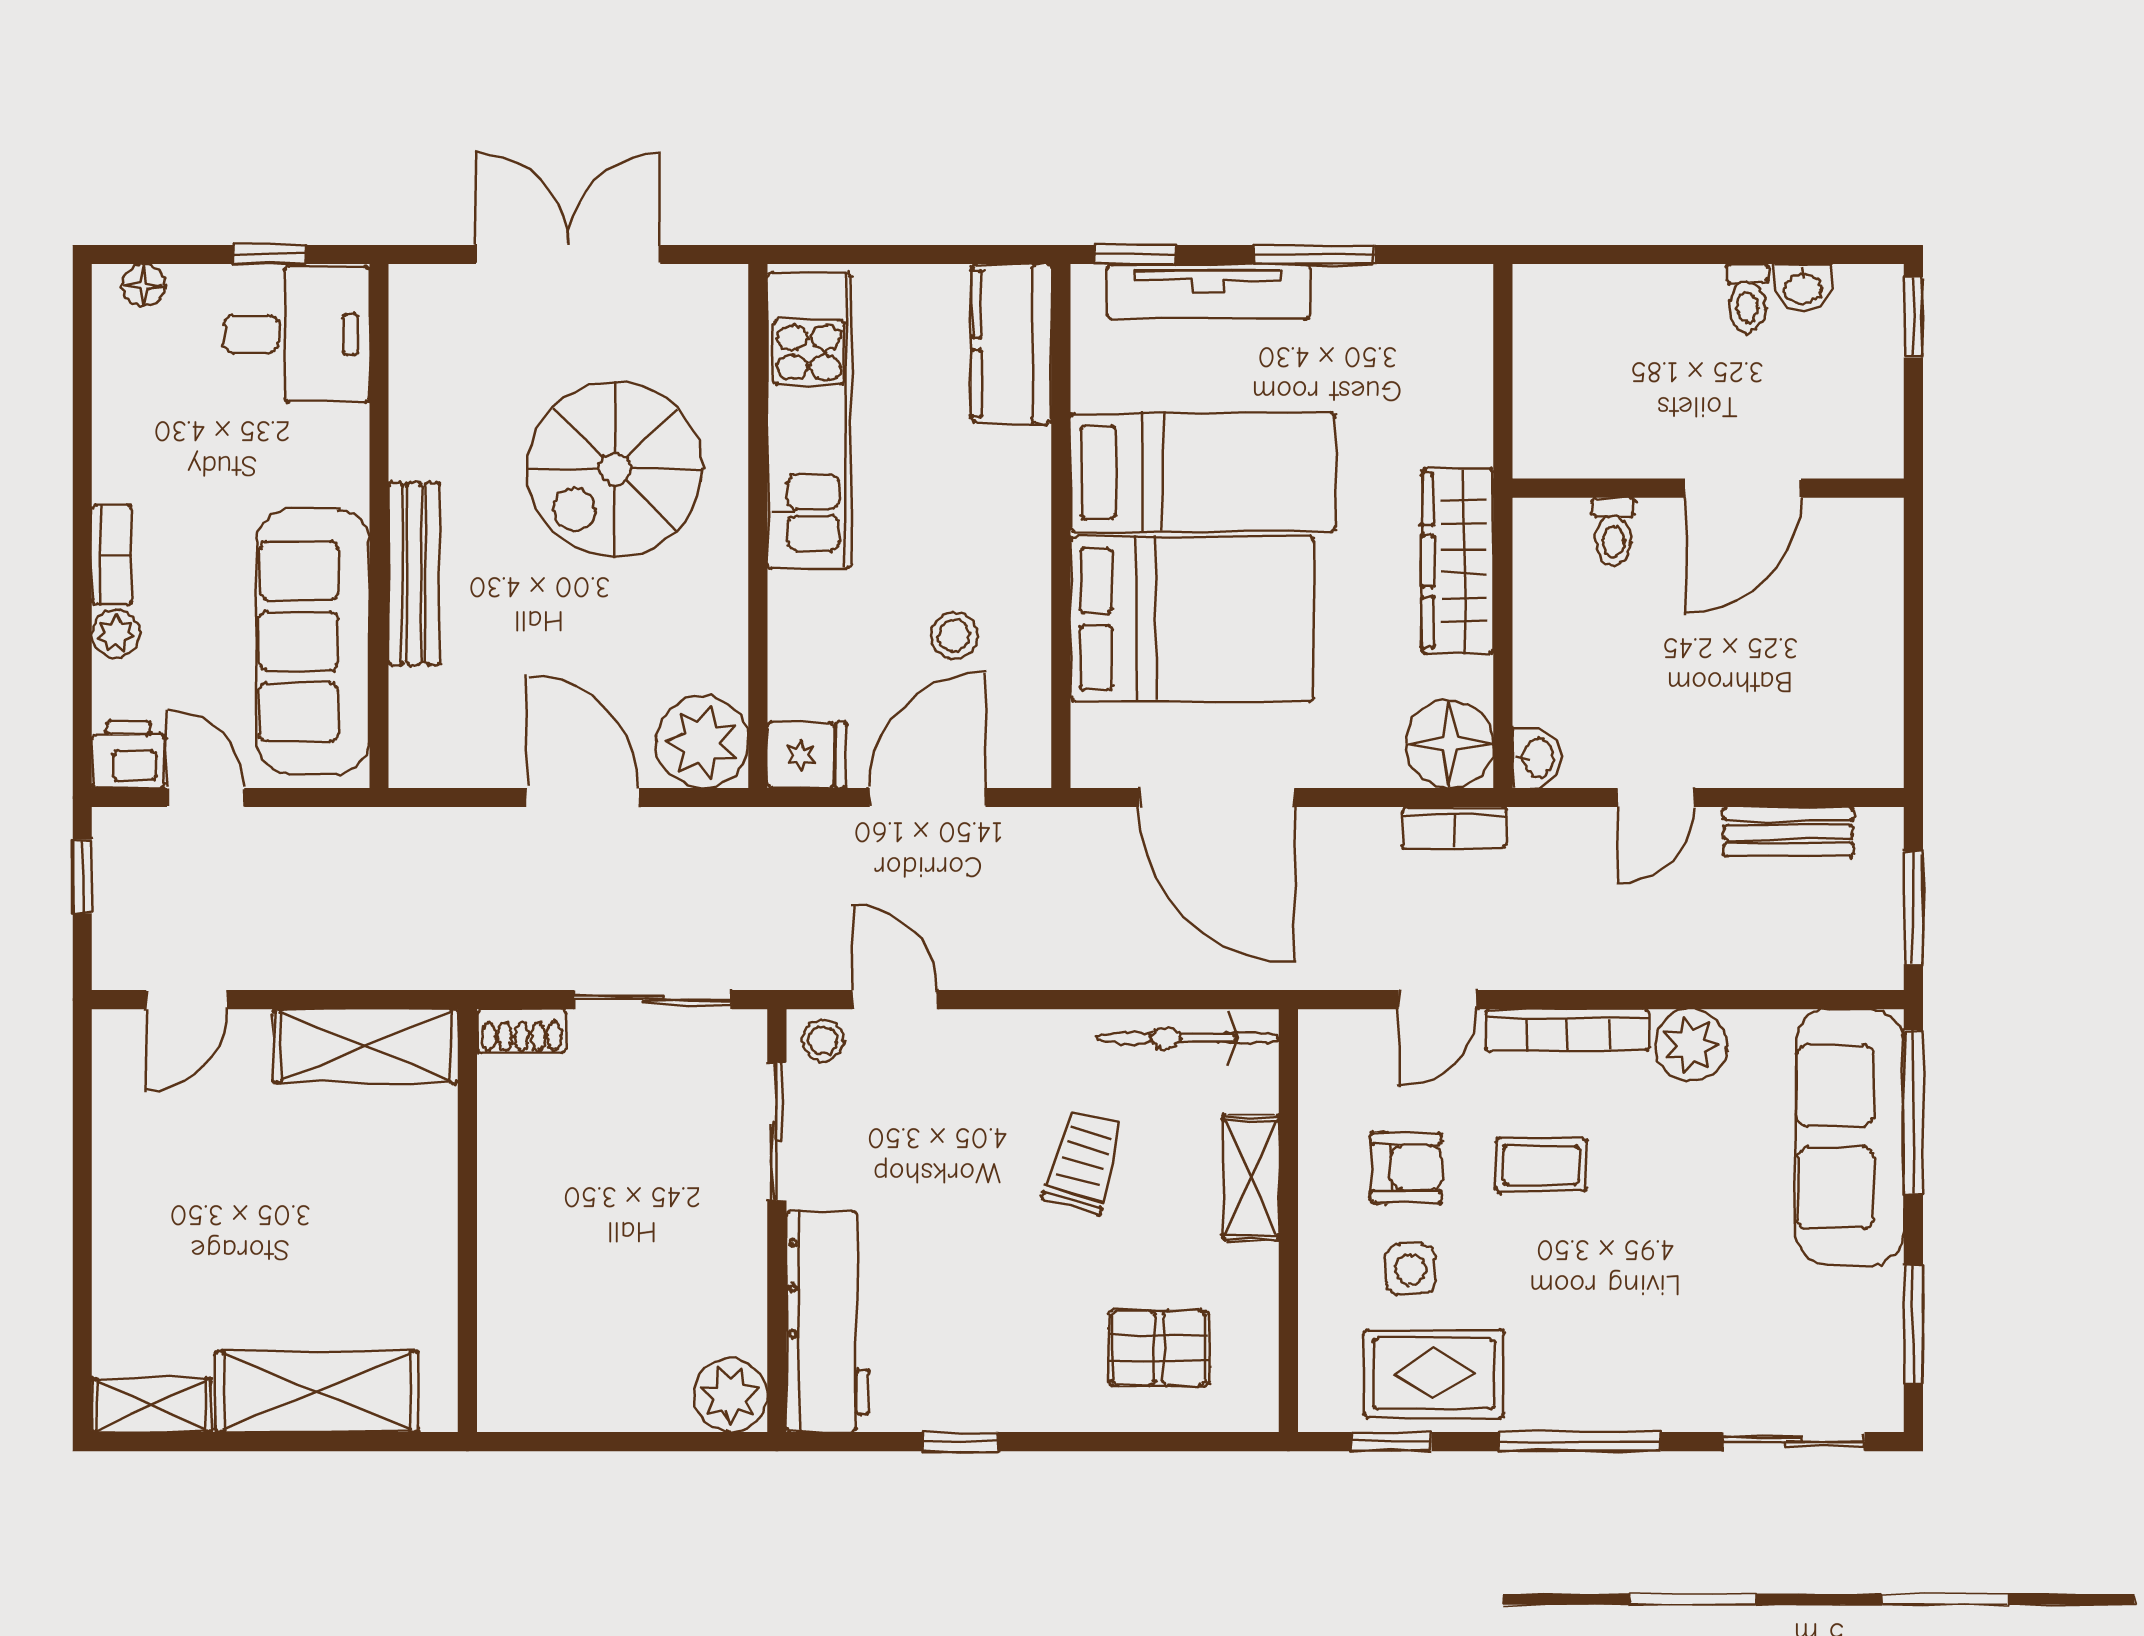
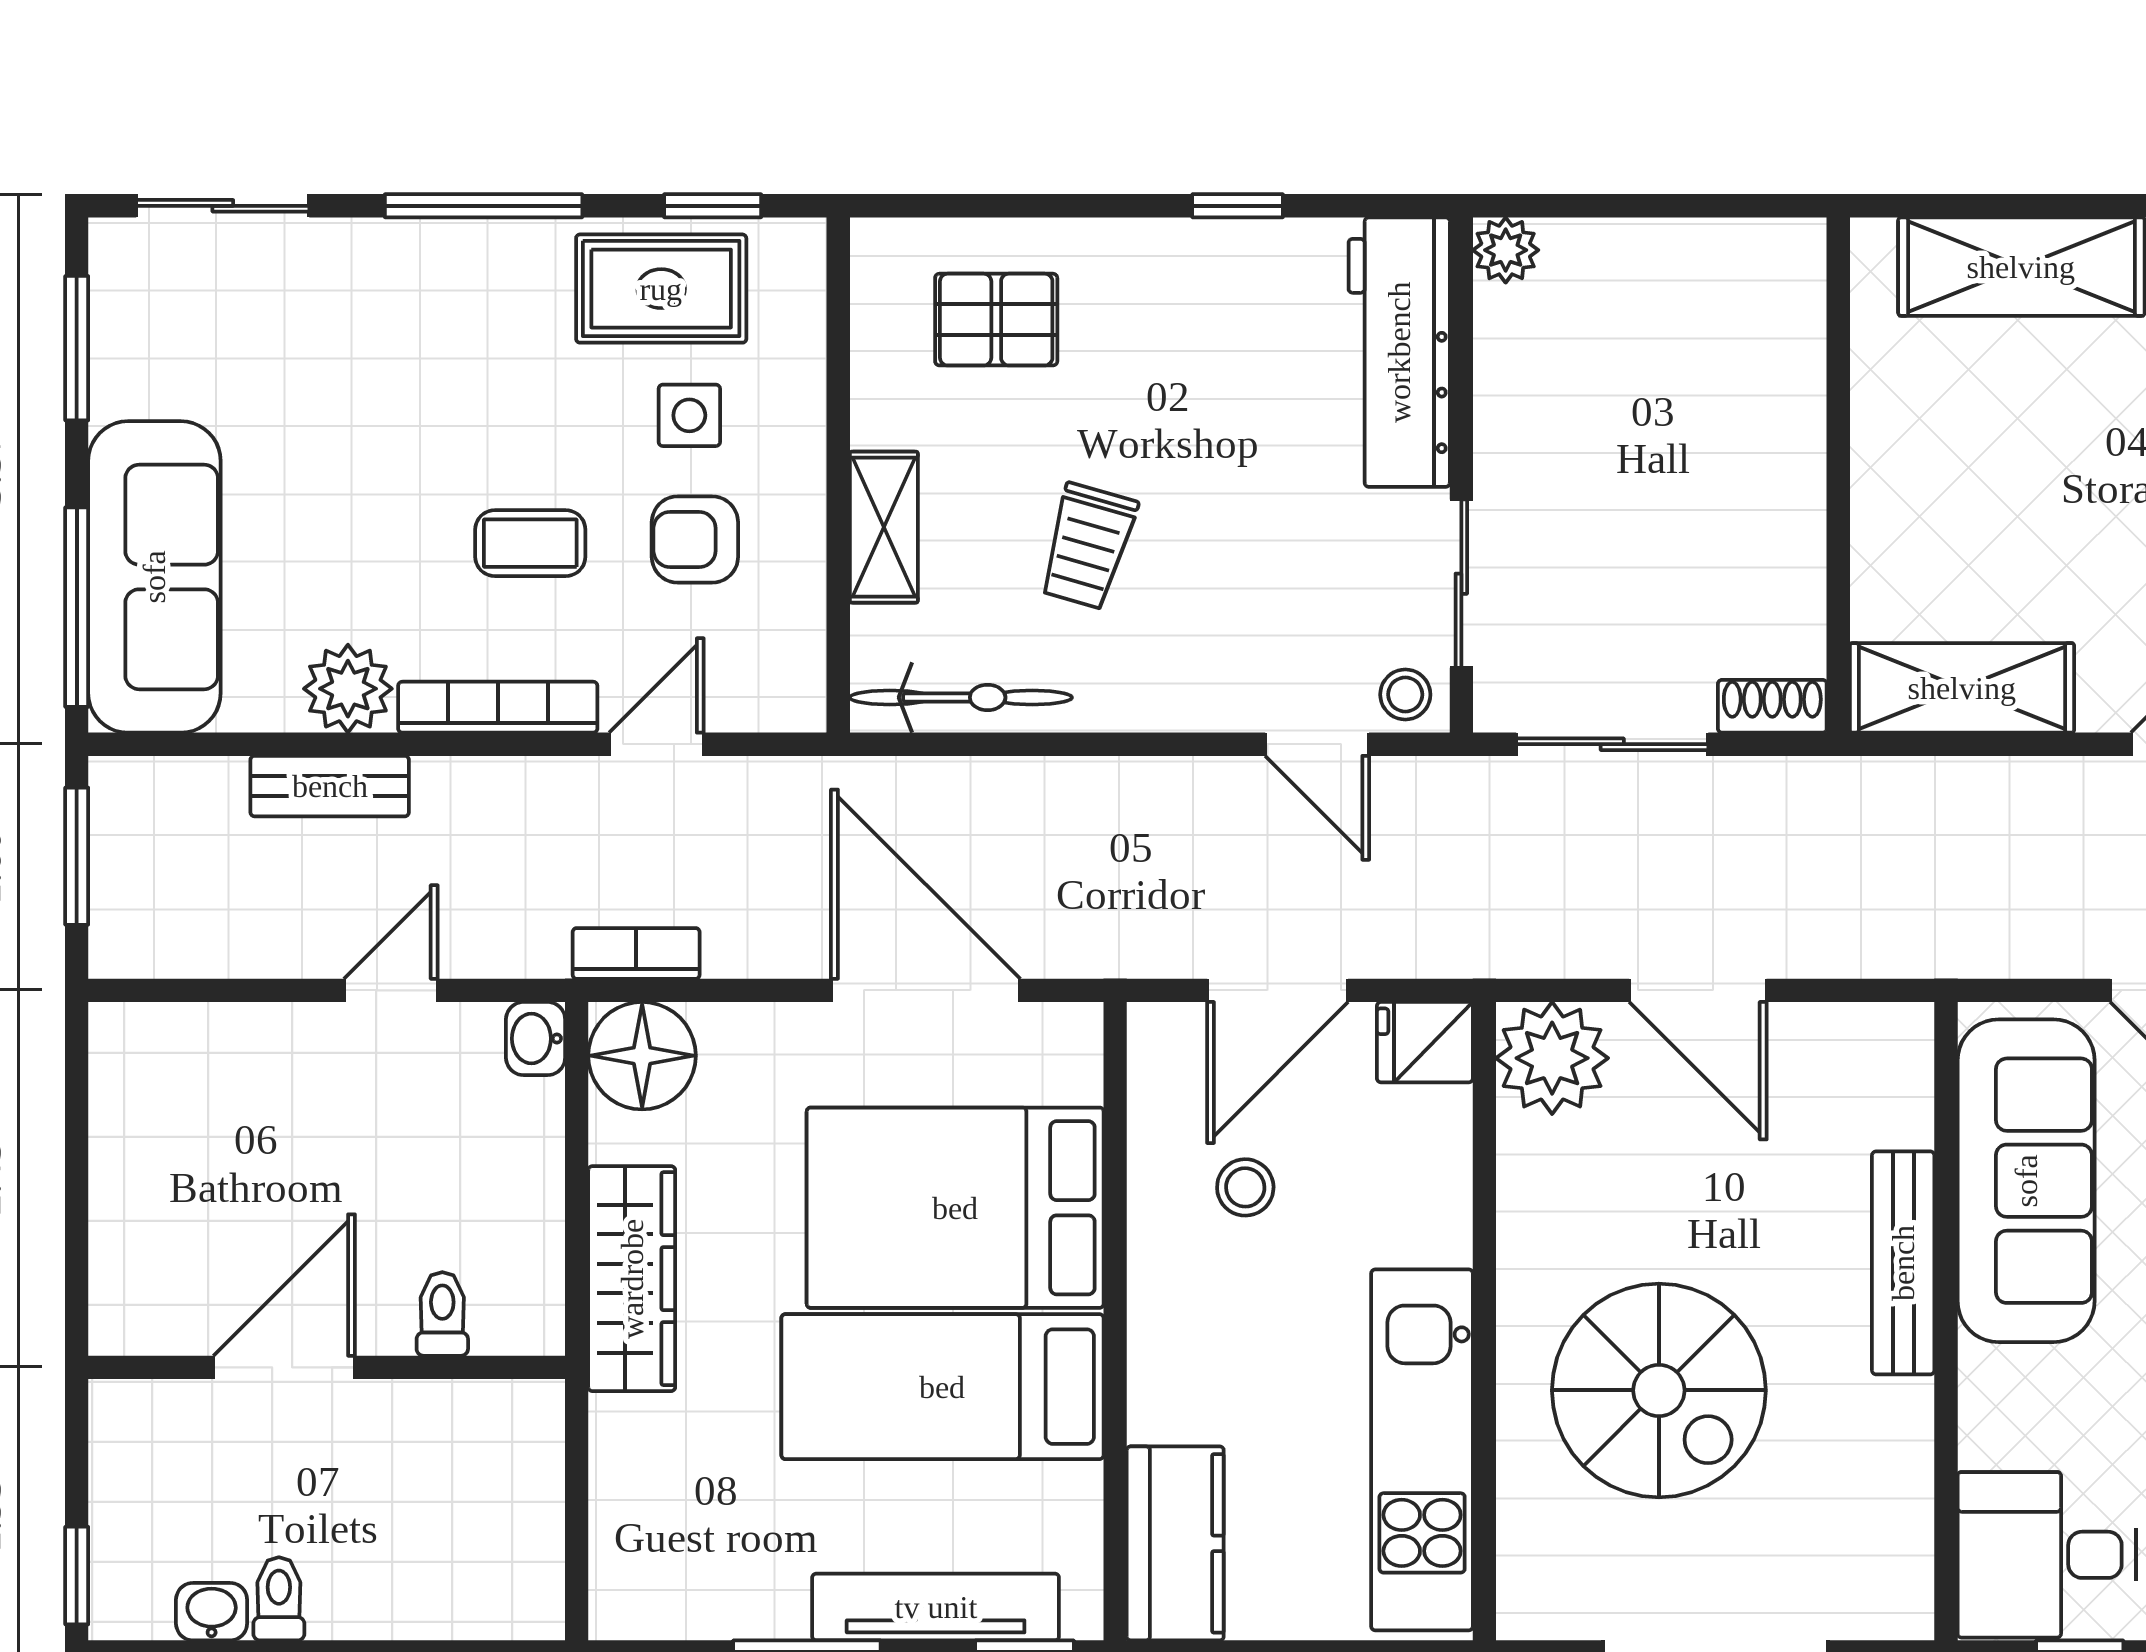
spiral stairs: (615, 469) -> (1659, 1390), turned 90
bench: (1788, 832) -> (330, 786), moved
plant: (730, 1395) -> (1506, 250), width x0.73, depth x0.73

